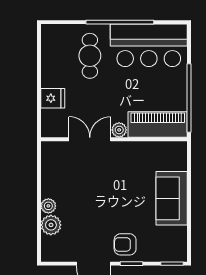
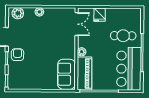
double door: (90, 139) -> (77, 24), moved
sofa: (172, 198) -> (66, 74), moved, turned -90
plant: (51, 225) -> (18, 13), moved

